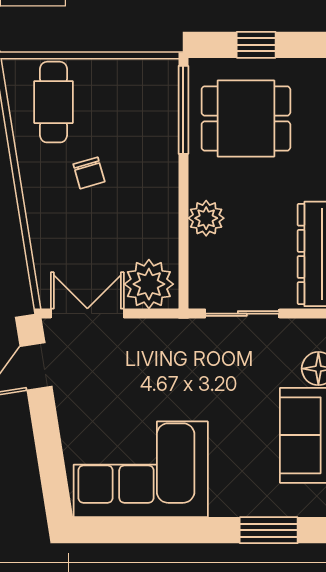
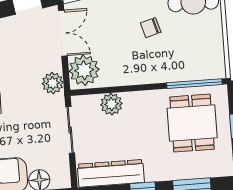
plant: (206, 218) -> (111, 104), moved
plant: (166, 336) -> (53, 83), added

